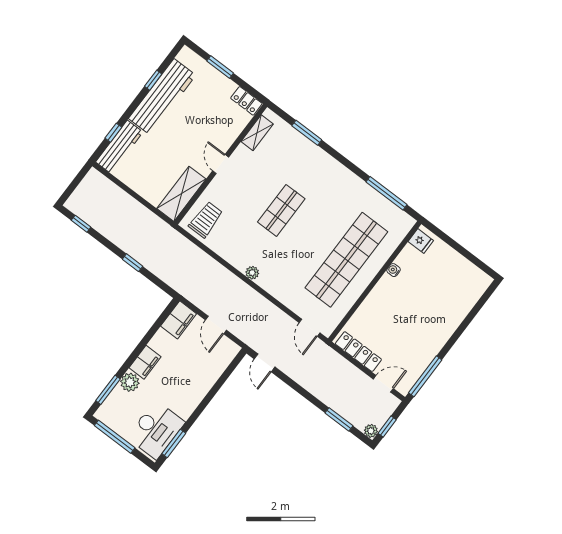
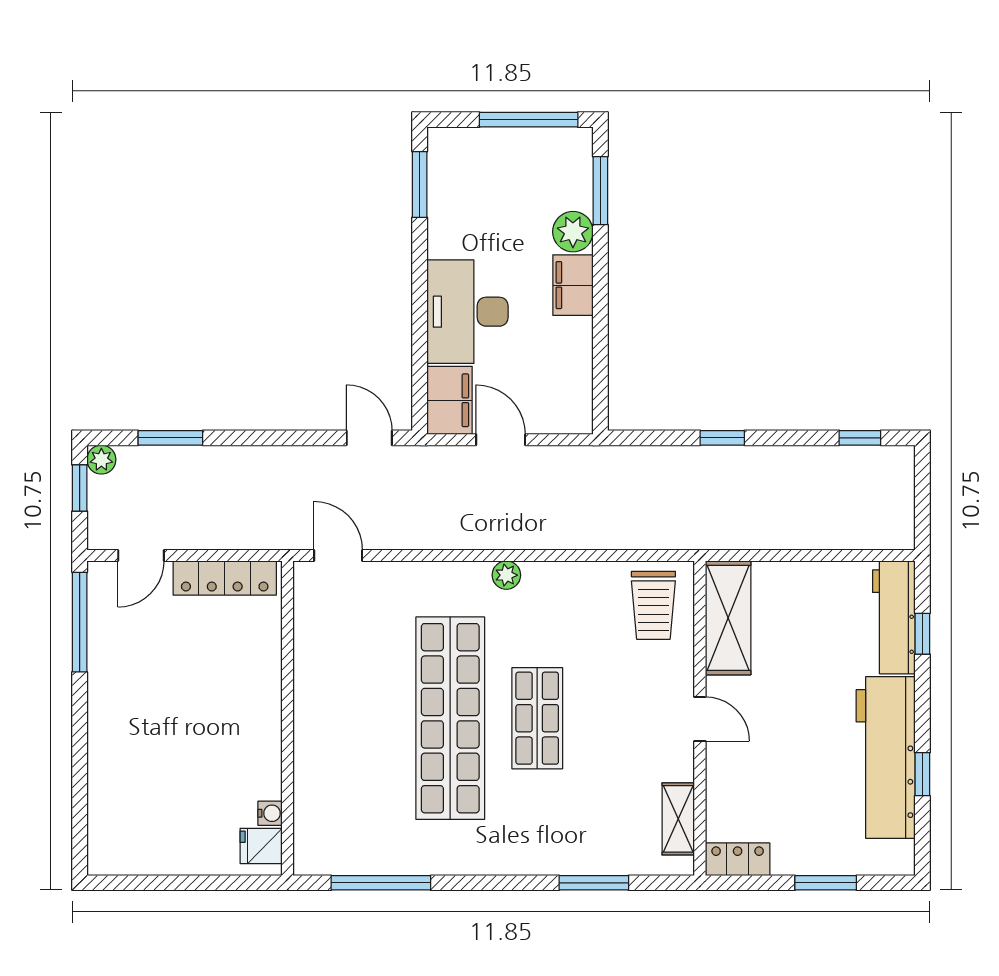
shop shelf: (346, 260) -> (450, 718), moved
water cooler: (394, 270) -> (270, 813), moved
filing cabinet: (179, 320) -> (449, 400), moved, turned 180
desk: (156, 430) -> (467, 312), moved

